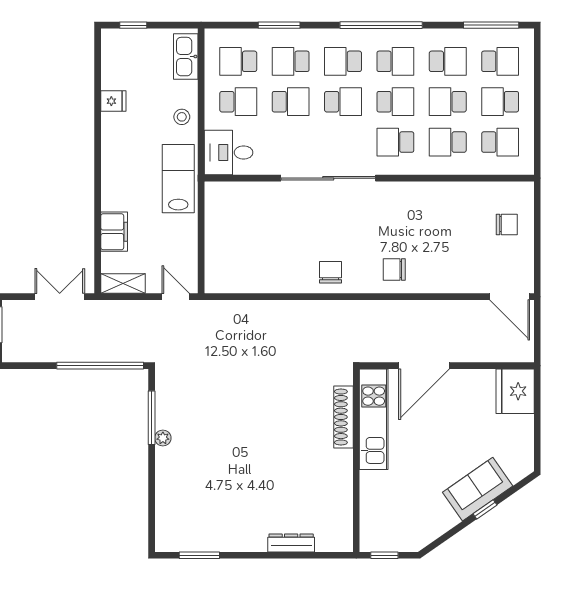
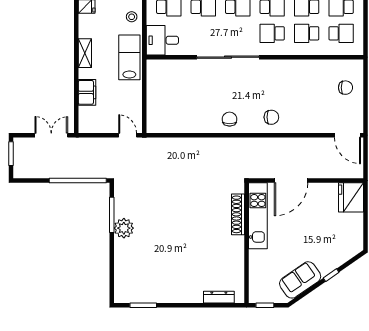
chair: (394, 269) -> (271, 117), turned 180
shelving: (123, 284) -> (85, 53), moved, turned 90
plant: (163, 438) -> (124, 228), width x1.88, depth x1.88
sofa: (478, 489) -> (300, 280), moved
dresser: (291, 543) -> (219, 297), moved

